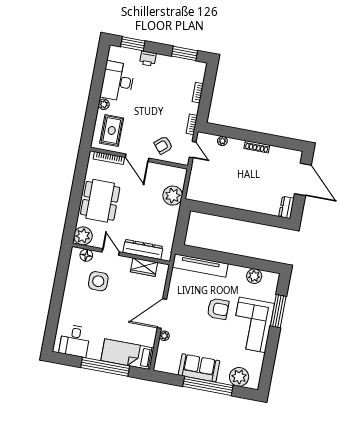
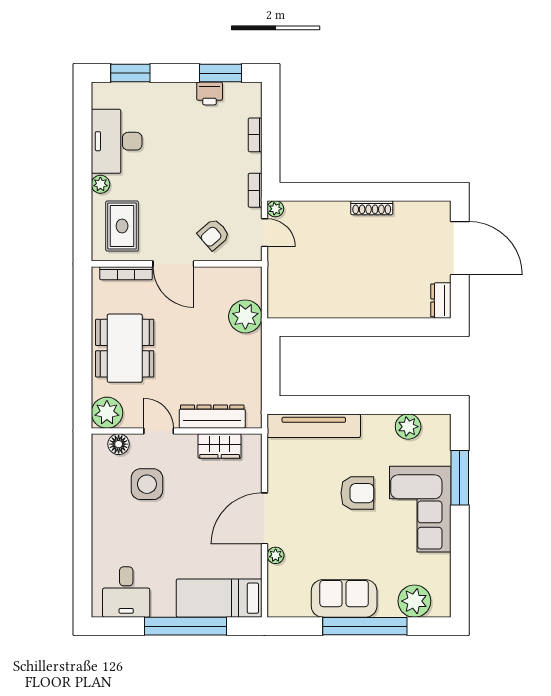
printer: (148, 59) -> (210, 93), moved
plant: (222, 141) -> (275, 209), moved

